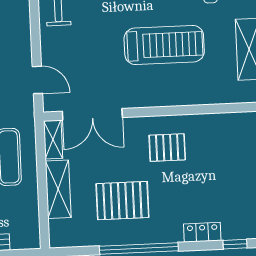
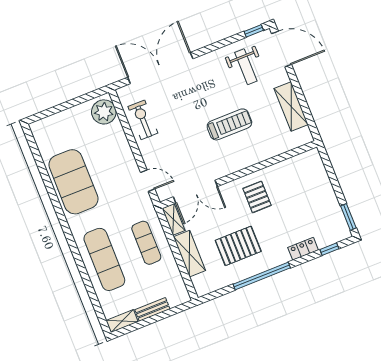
treadmill: (164, 45) -> (229, 124), width x0.73, depth x0.73
pallet: (167, 148) -> (257, 197), turned 90

